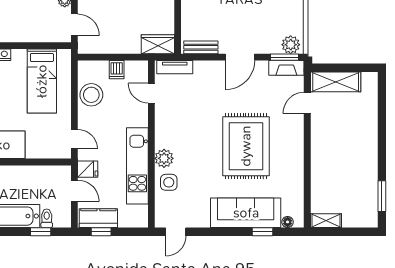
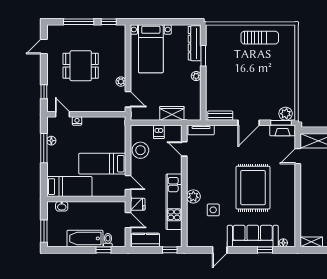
wardrobe: (158, 44) -> (172, 113), moved
bed: (42, 81) -> (102, 164), moved, turned 90
side table: (169, 182) -> (213, 210), moved
window: (101, 232) -> (170, 250), moved
door: (176, 232) -> (220, 250), moved

